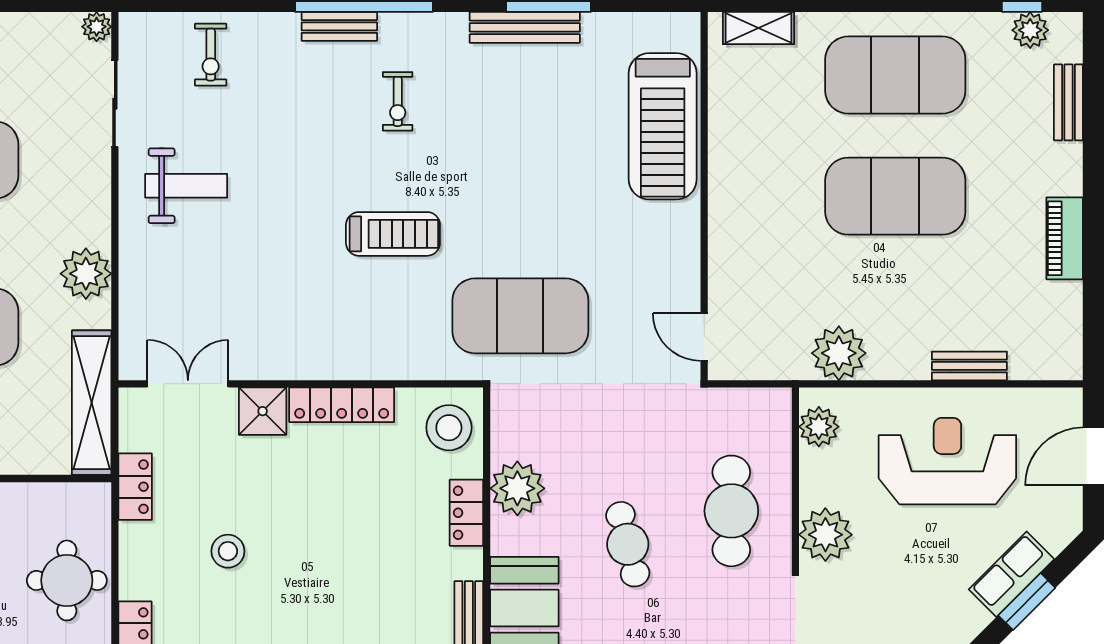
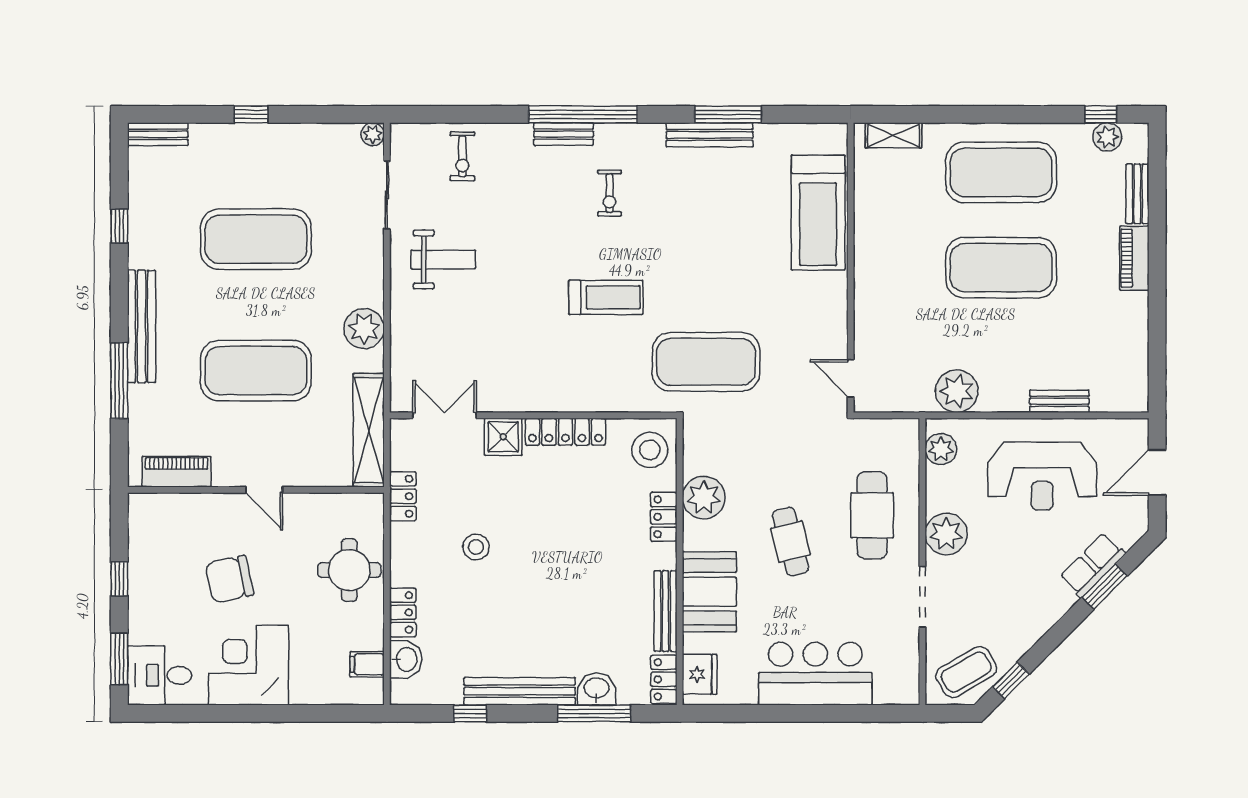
piano: (1065, 238) -> (1134, 258), moved
reception desk: (947, 461) -> (1042, 476), turned 180

